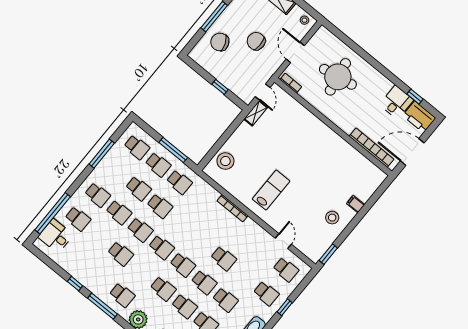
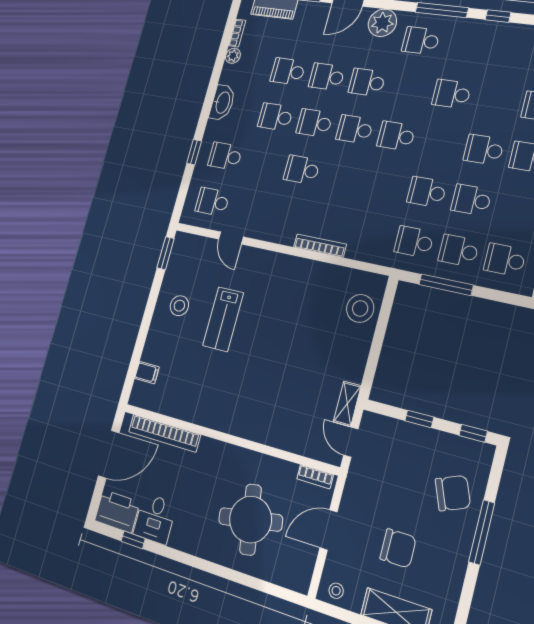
chair: (256, 41) -> (398, 548), moved
door: (295, 52) -> (328, 530), swing flipped
window: (195, 67) -> (473, 433), added
lab bench: (271, 190) -> (223, 319), moved
filing cabinet: (356, 204) -> (147, 373), moved
school desk: (140, 230) -> (439, 143), removed

